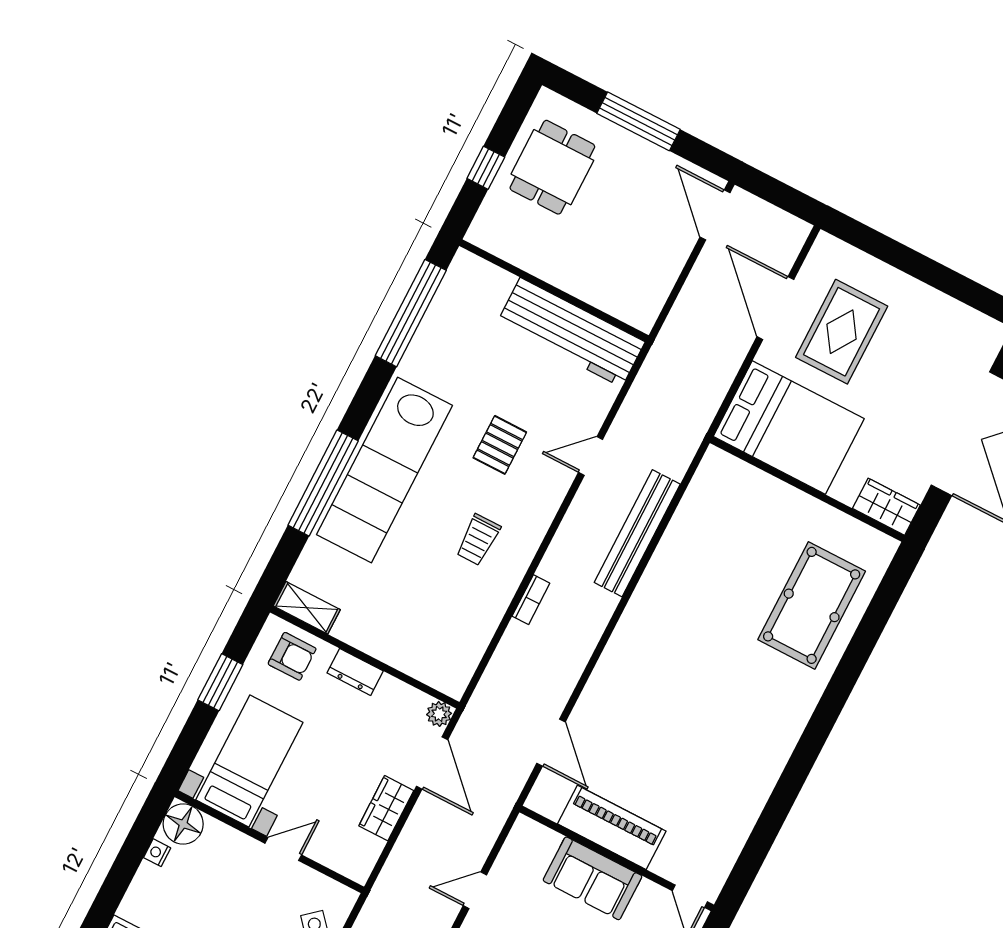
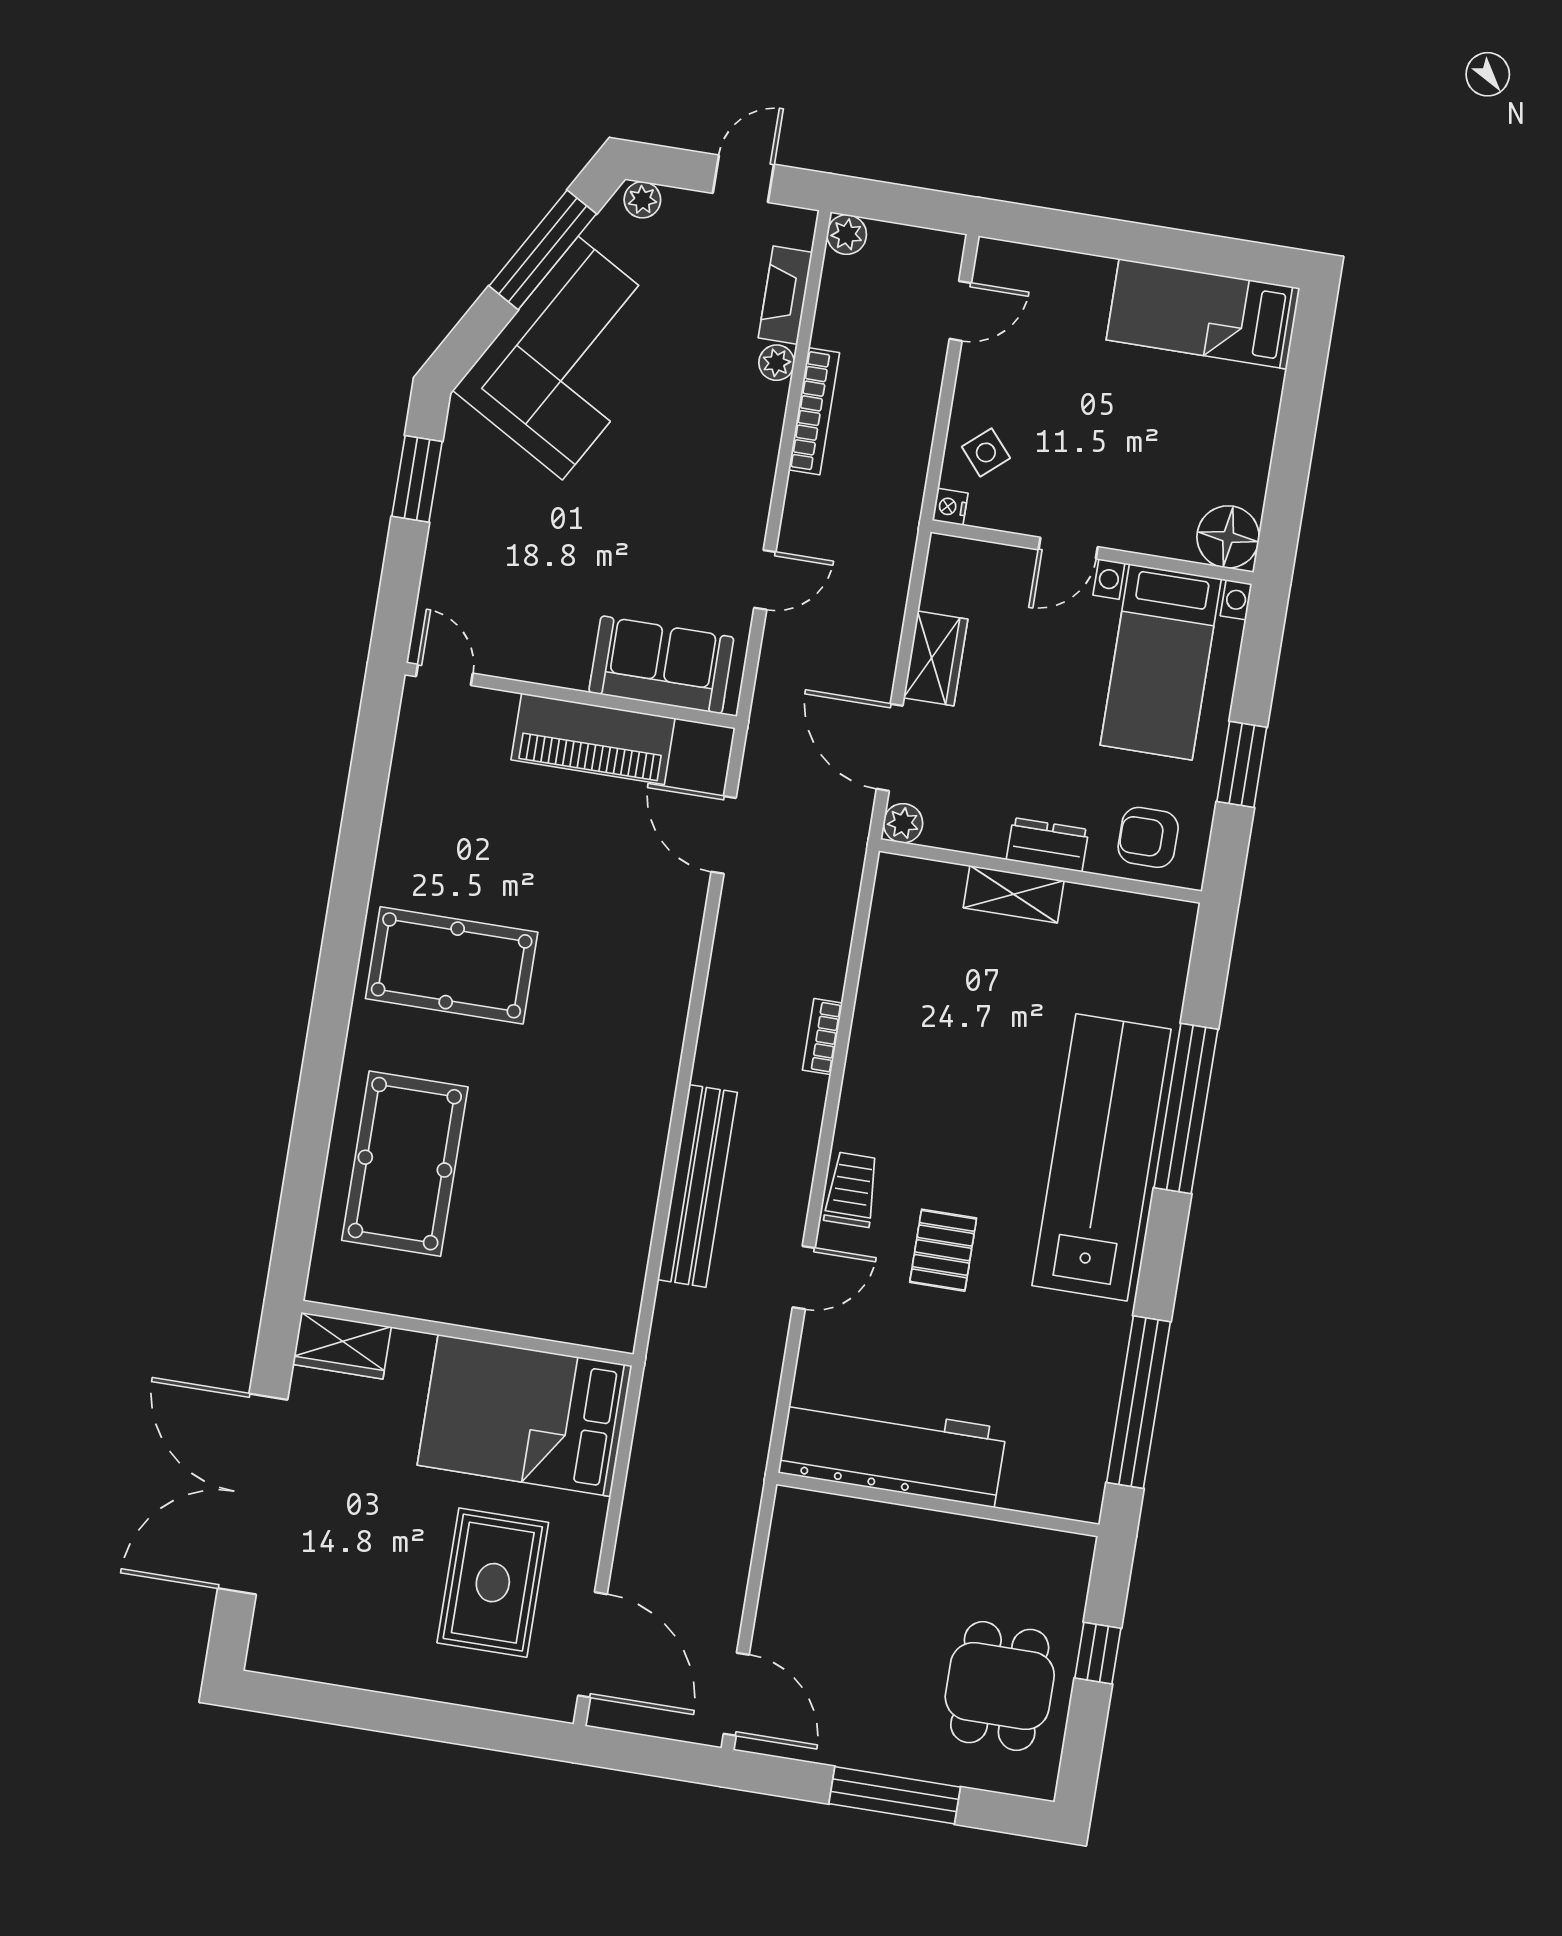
door: (775, 308) -> (593, 1645), moved
trolley: (478, 540) -> (852, 1190), moved
shelving: (307, 608) -> (1014, 894), moved
pool table: (743, 717) -> (452, 965), added
nightstand: (157, 853) -> (950, 507), moved, turned 180
sofa: (592, 878) -> (661, 665), moved

